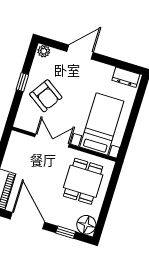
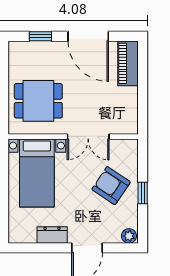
dresser: (126, 77) -> (52, 235), moved
dining table: (83, 181) -> (38, 101), turned 90
floor lamp: (86, 225) -> (19, 52), removed

